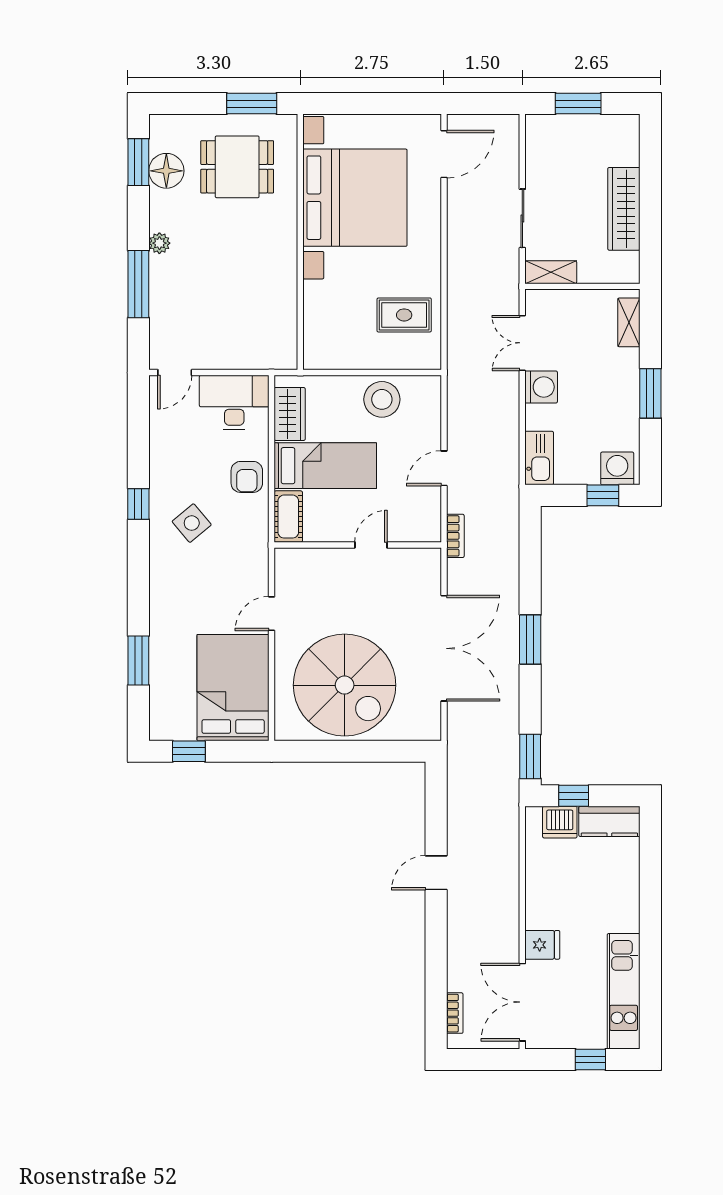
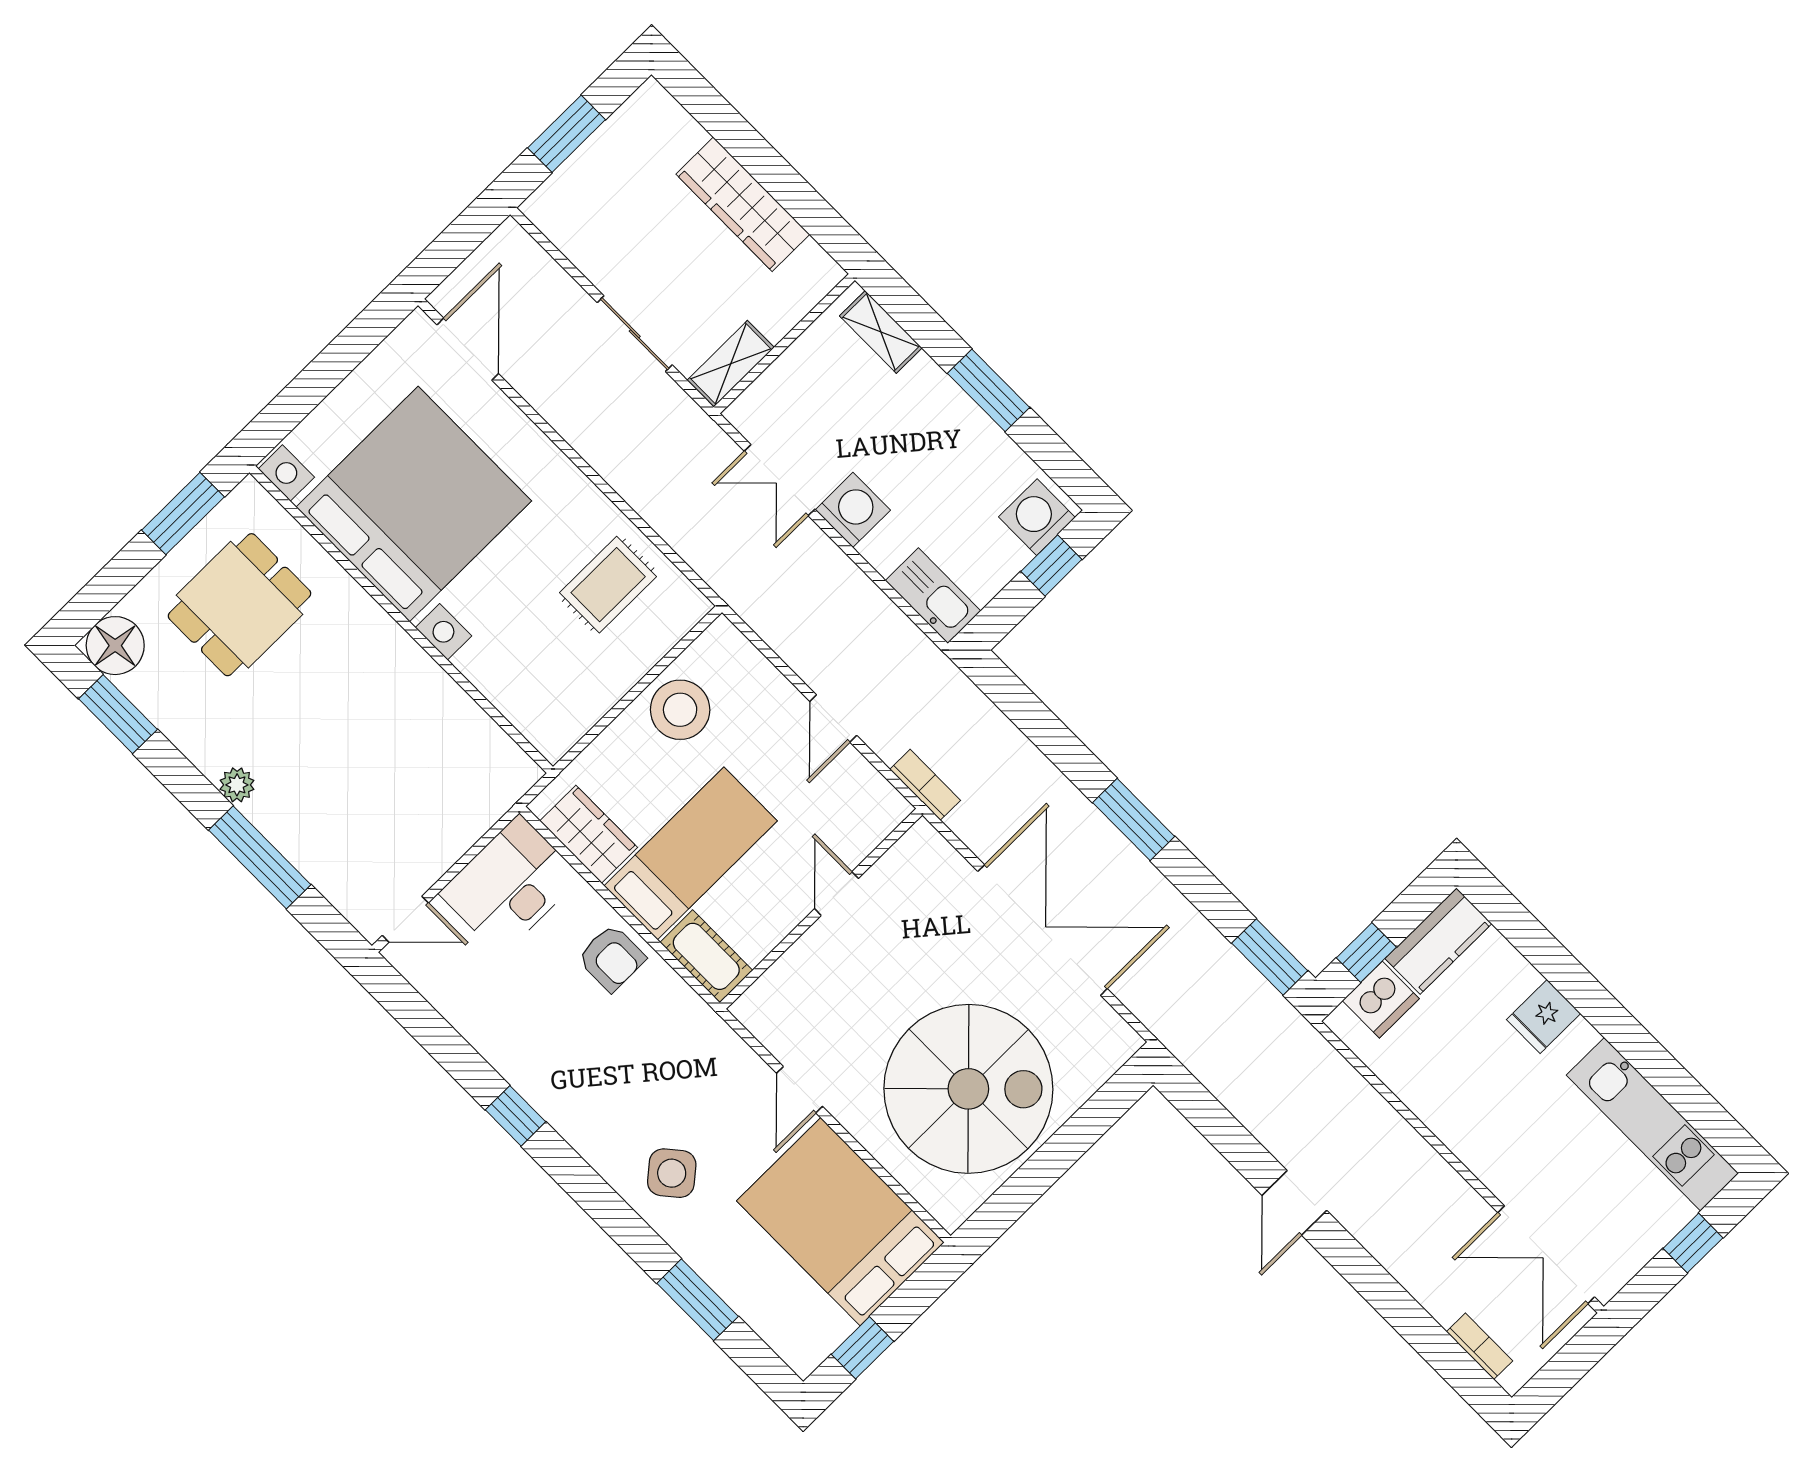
floor lamp: (166, 171) -> (115, 646), moved
door: (175, 373) -> (405, 919), hinge flipped
side table: (192, 523) -> (672, 1173), moved
fridge: (542, 945) -> (1544, 1016), moved, turned 180

